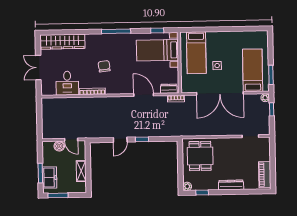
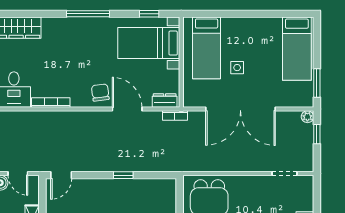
chair: (104, 66) -> (100, 92), moved
bed: (253, 70) -> (297, 49), moved, turned 180
door: (120, 140) -> (61, 175), moved

